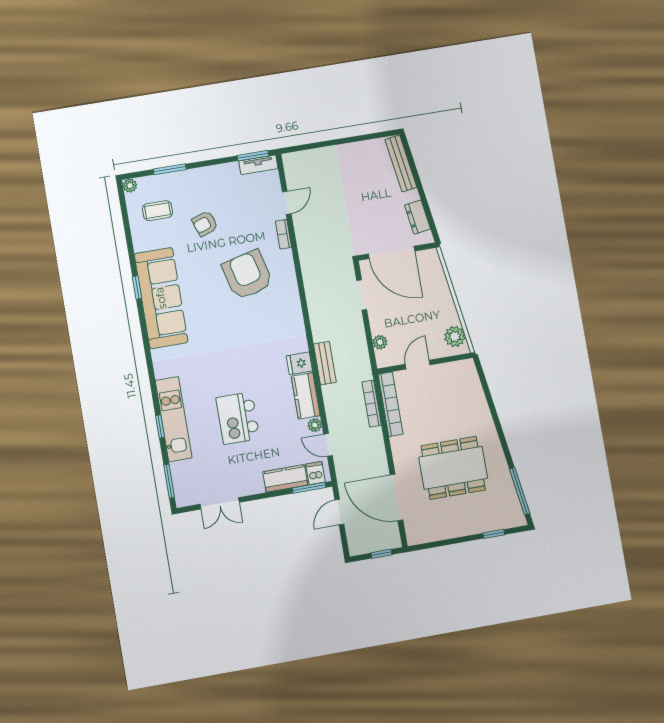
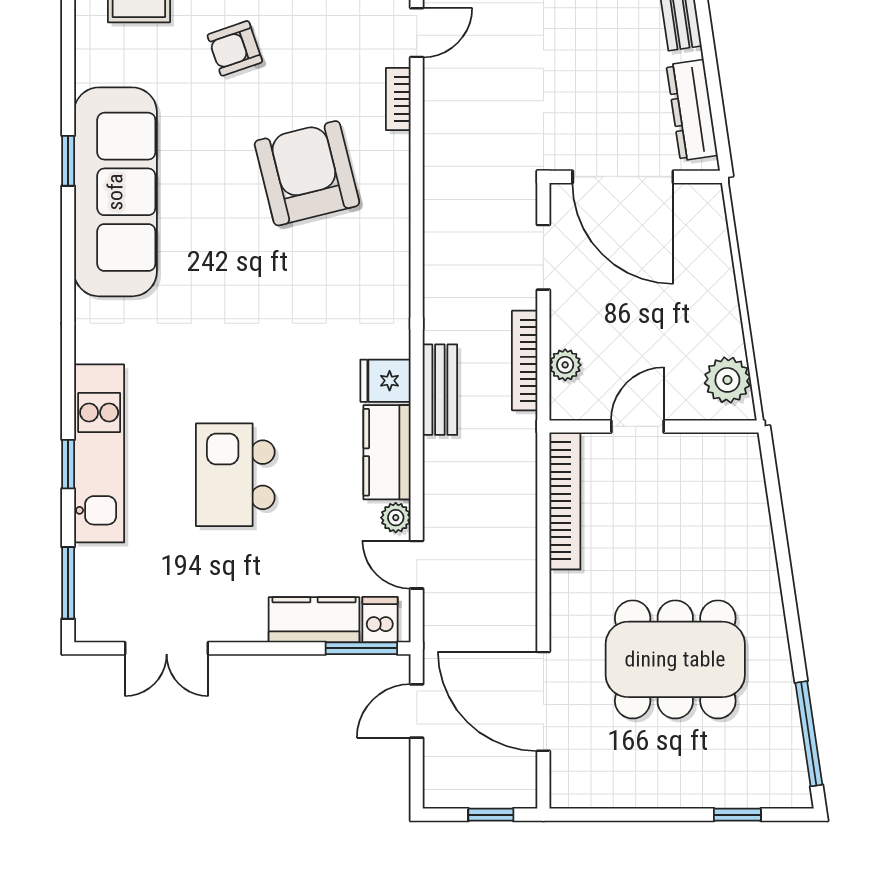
dresser: (418, 217) -> (692, 110), width x1.44
bookcase: (372, 404) -> (525, 360), moved

